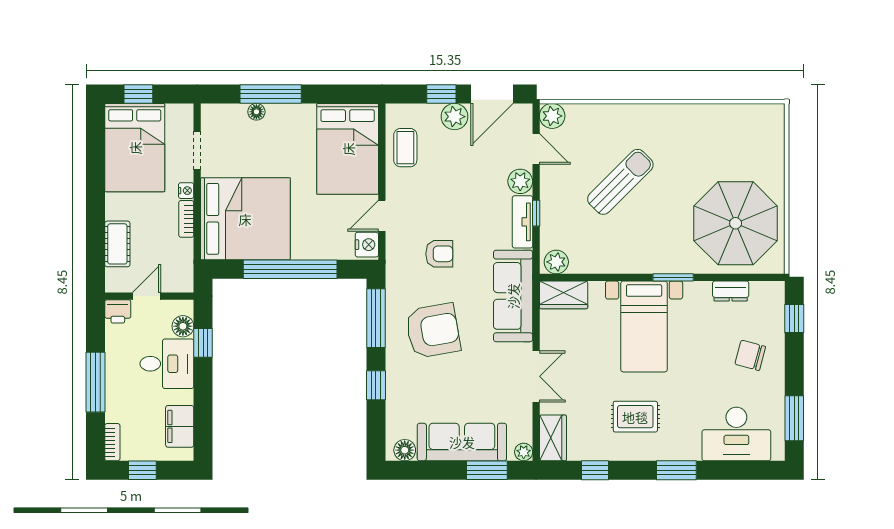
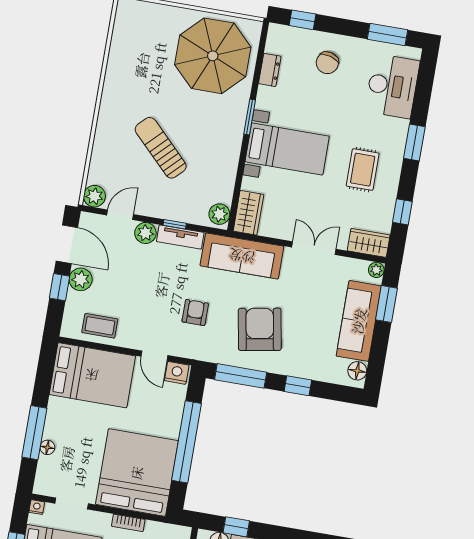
nightstand: (186, 191) -> (37, 507), moved

